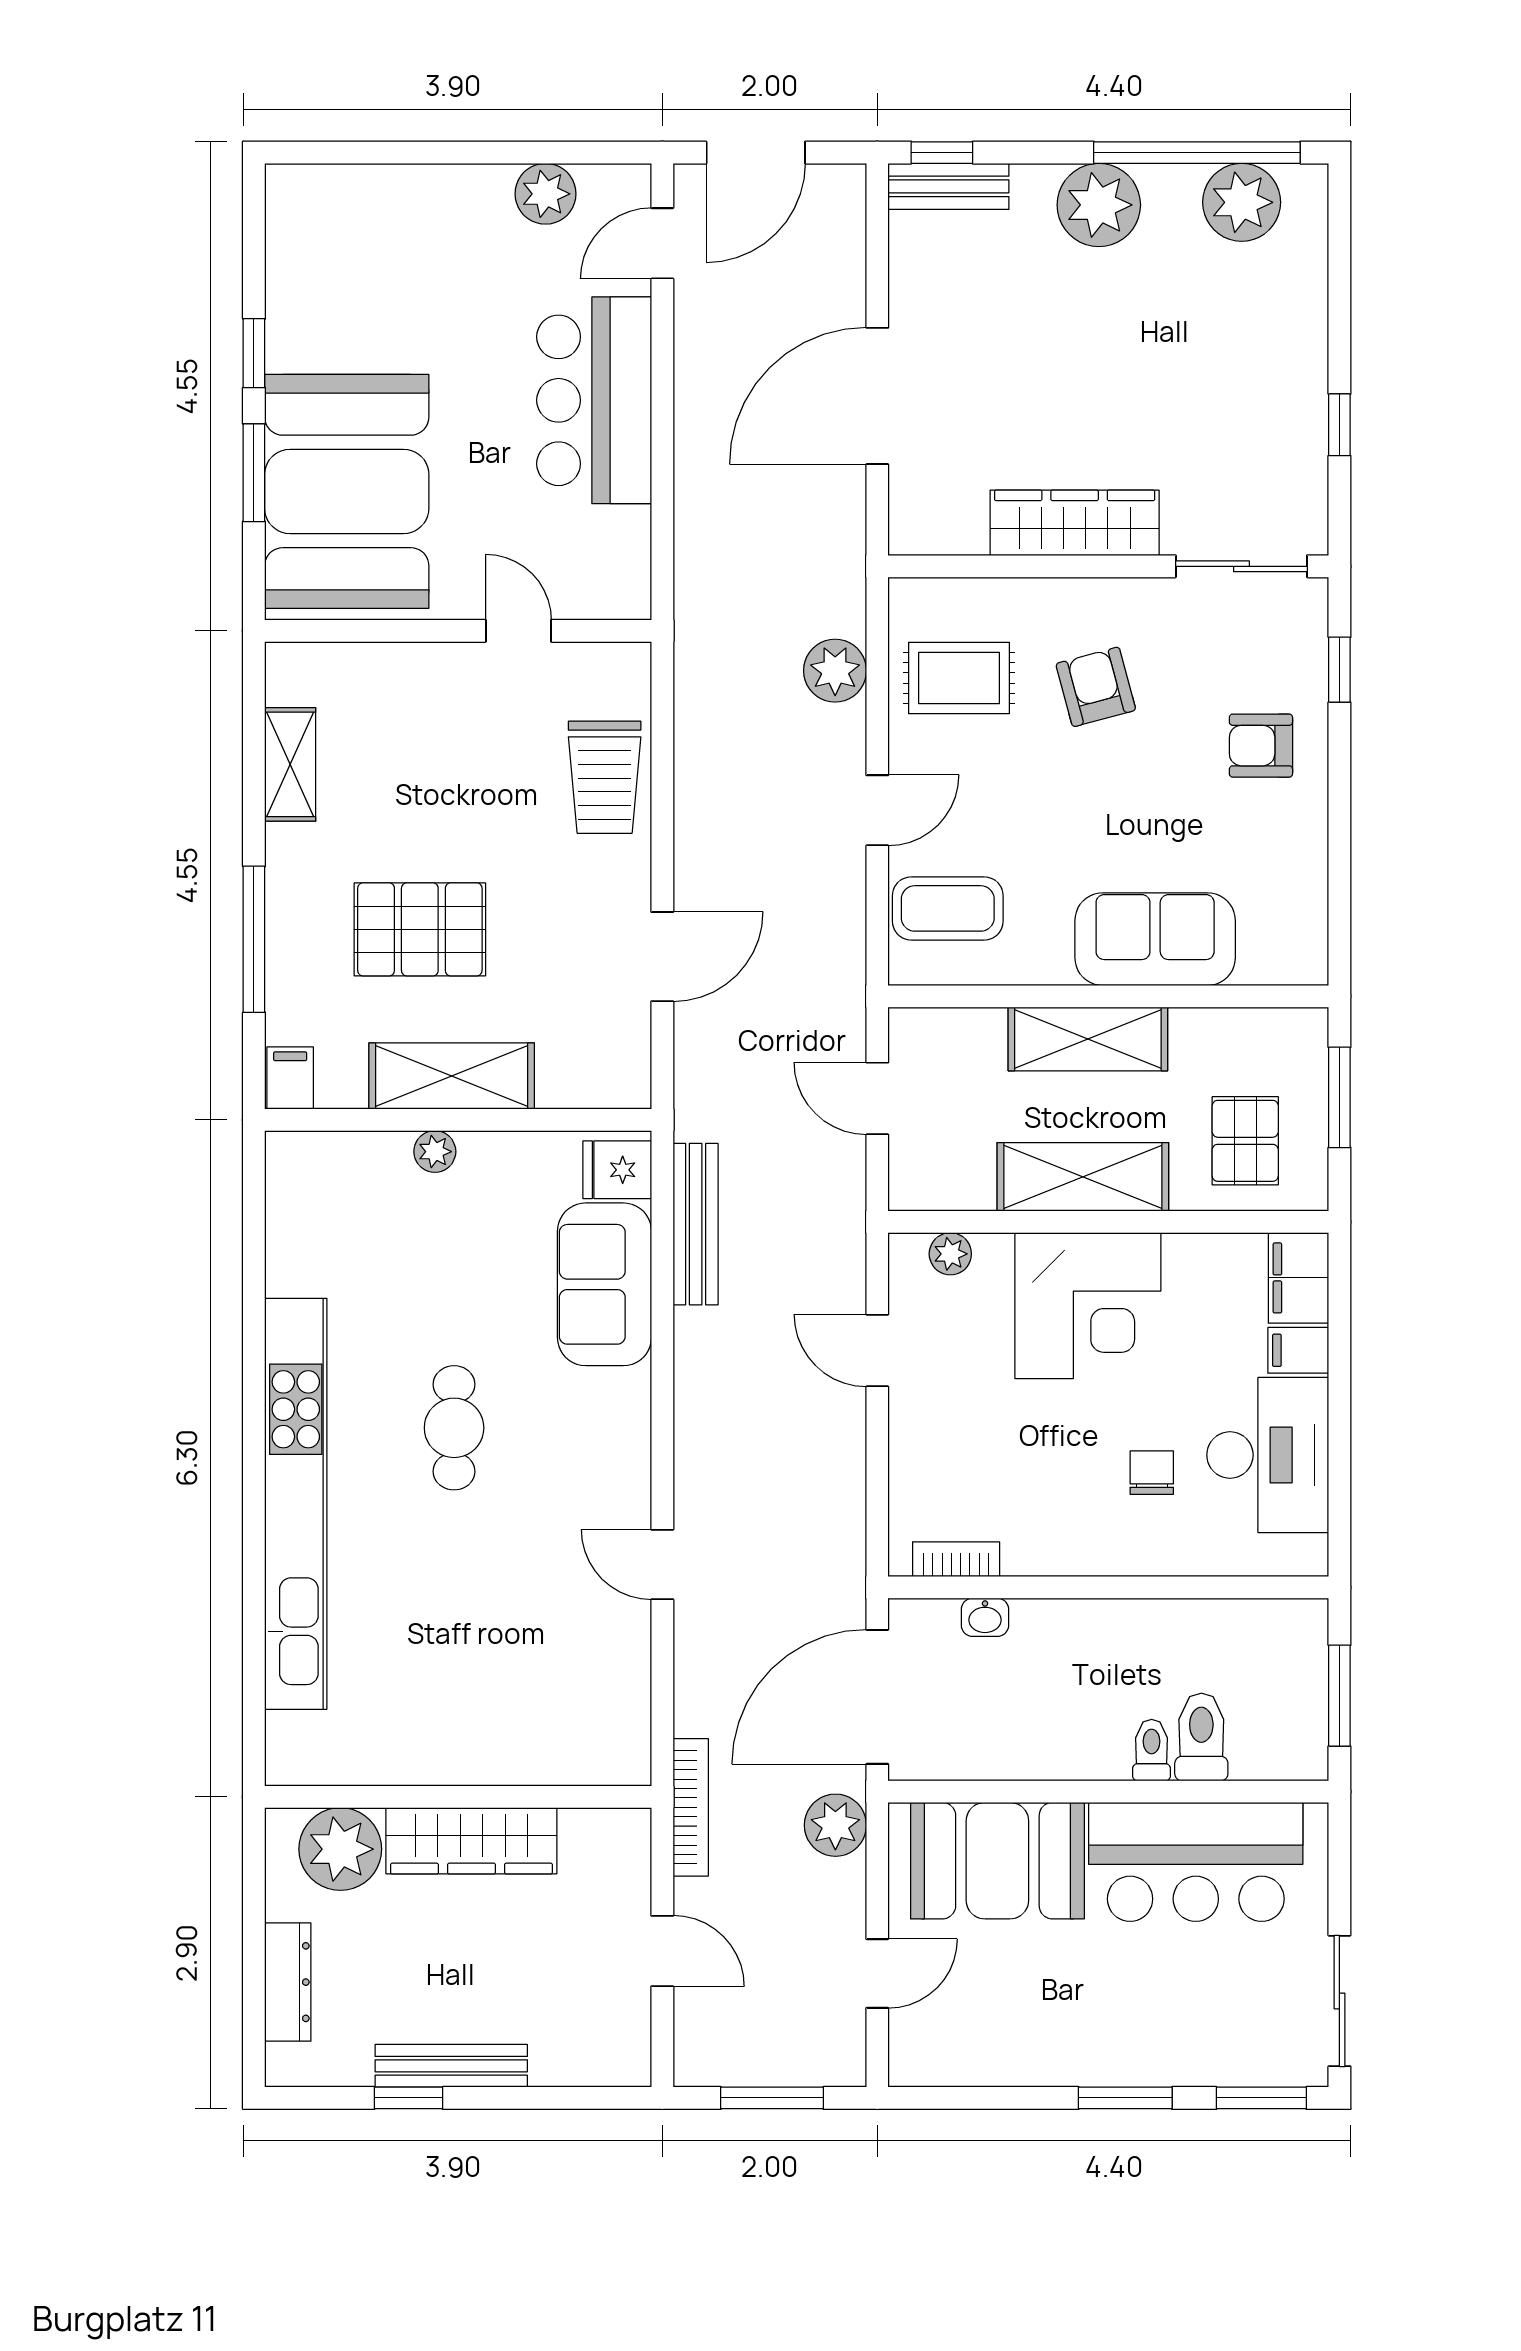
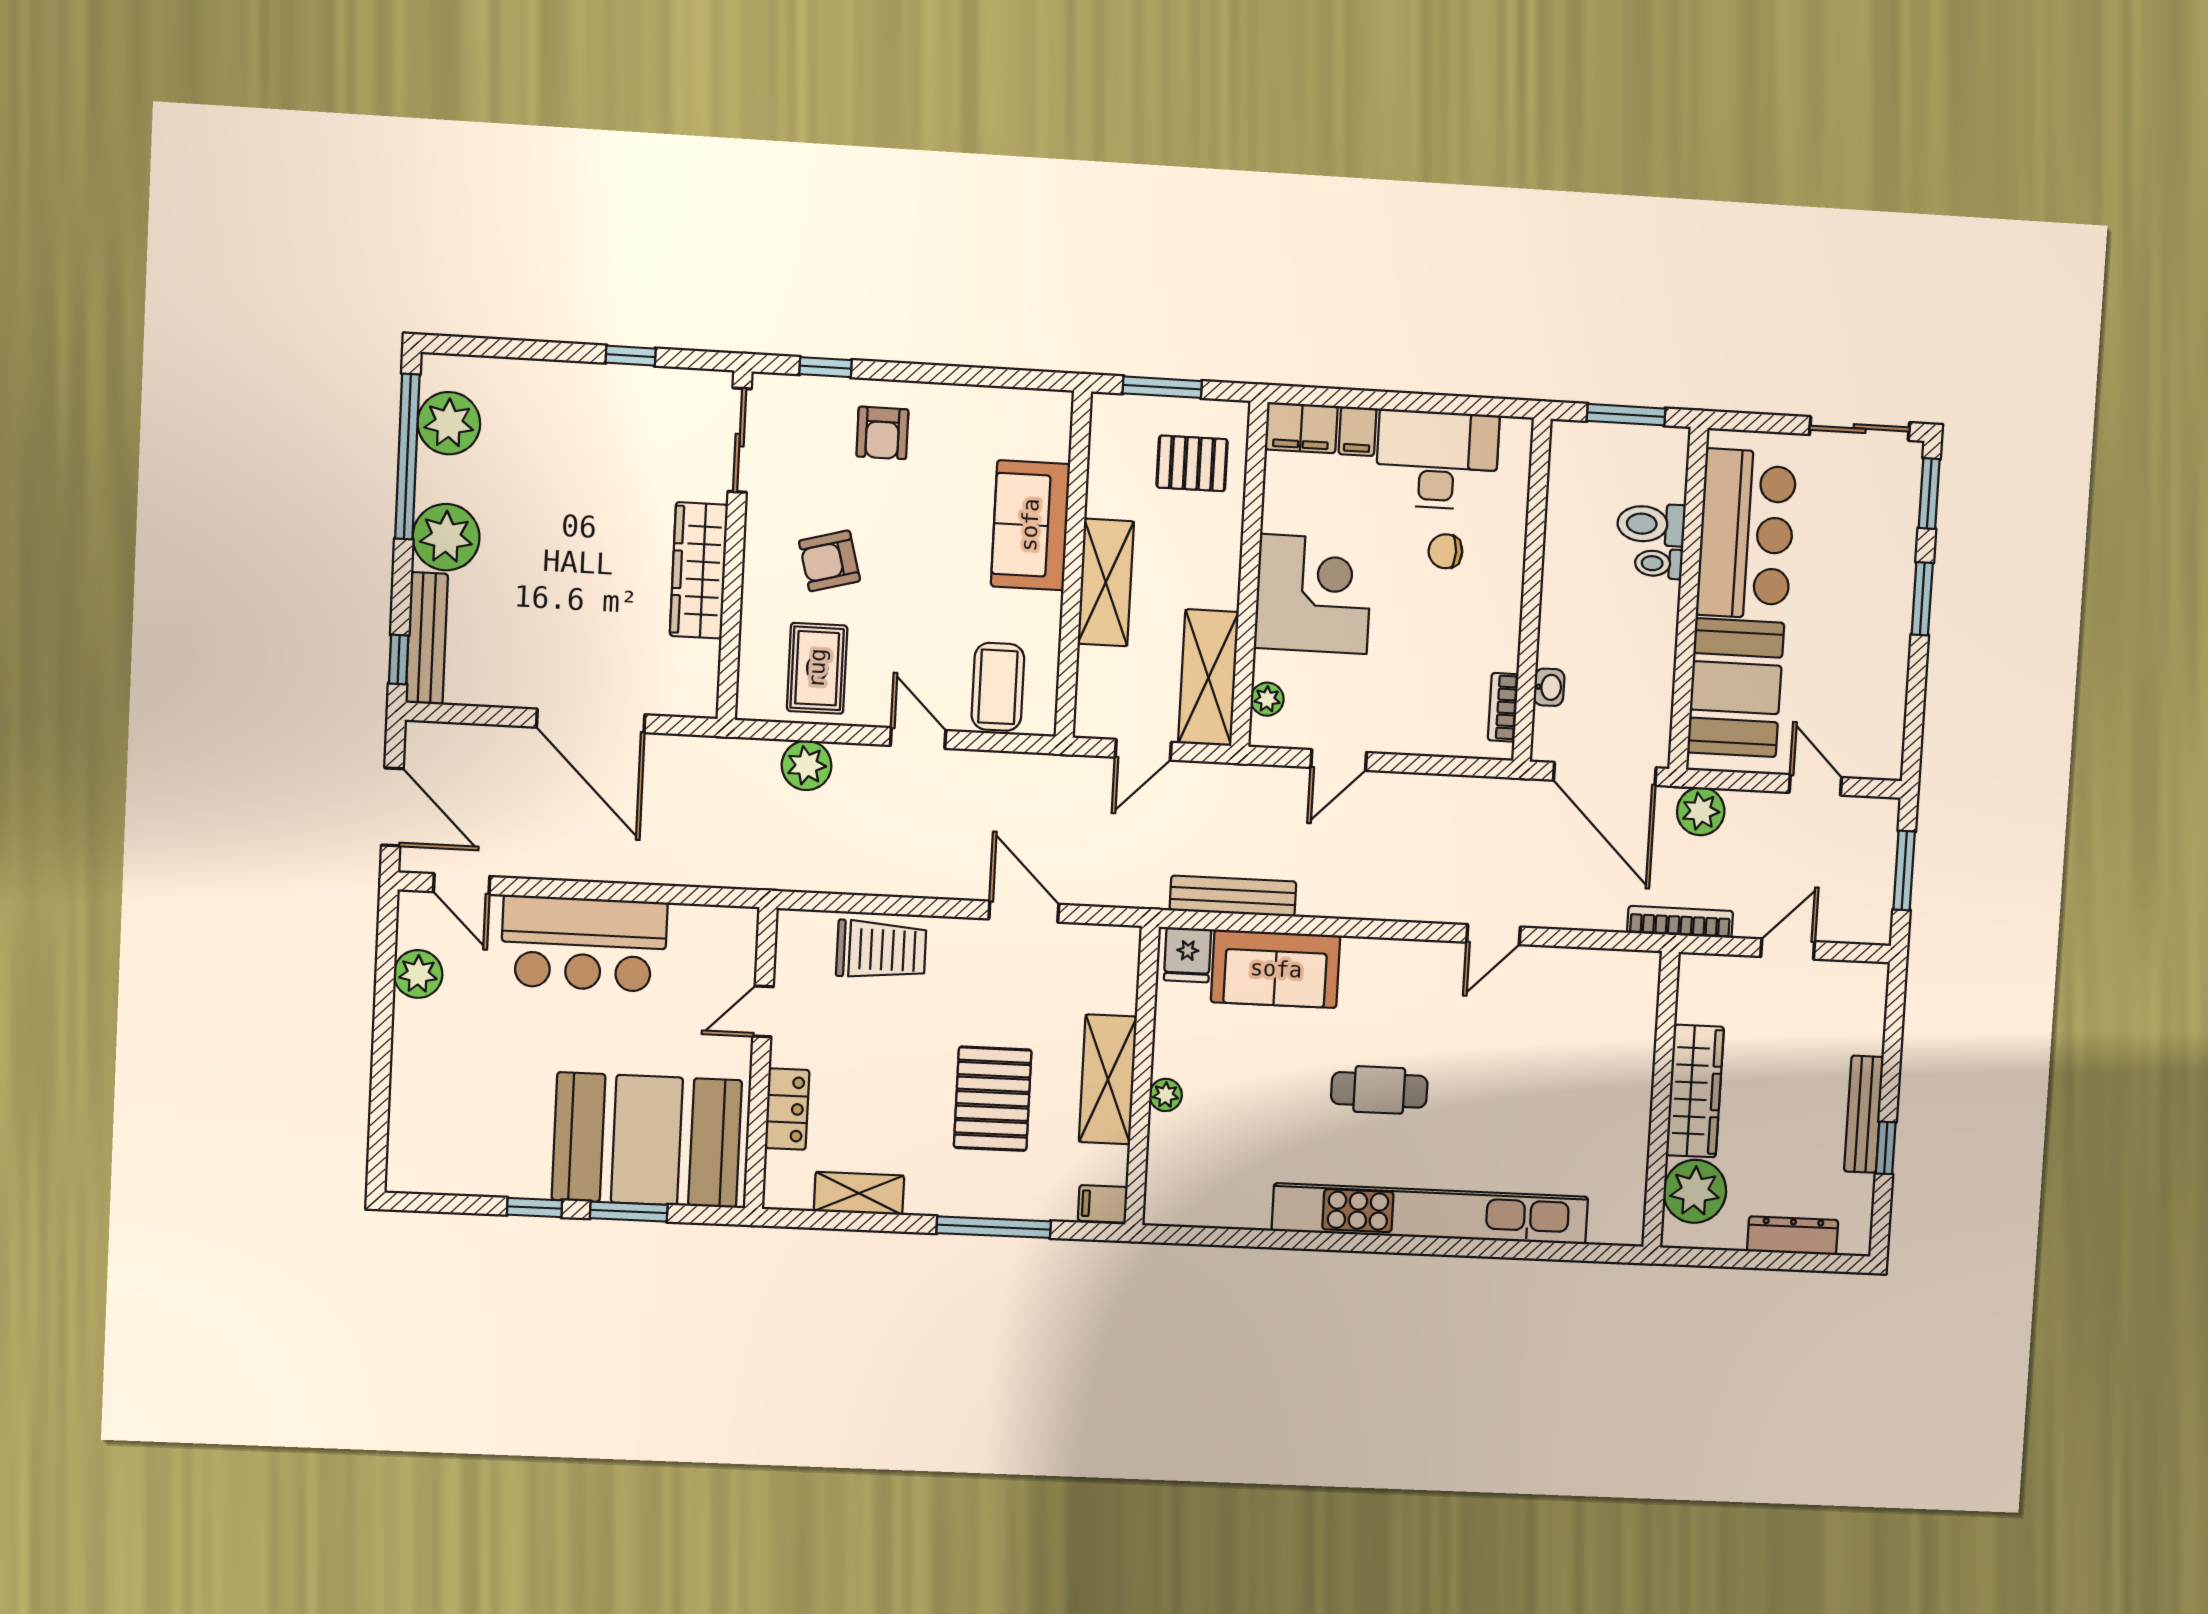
bench: (948, 186) -> (427, 638), width x1.36
locker: (395, 668) -> (787, 1109), added
shelving: (1083, 1177) -> (1208, 678), moved

